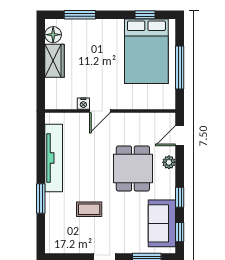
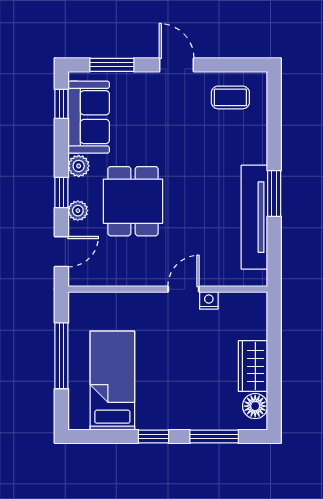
window: (145, 15) -> (154, 436), moved
bed: (146, 51) -> (112, 381), width x0.67
plant: (168, 192) -> (79, 166), added
window: (180, 197) -> (61, 193), moved
window: (41, 199) -> (274, 193), moved
coffee table: (89, 209) -> (230, 97), moved

